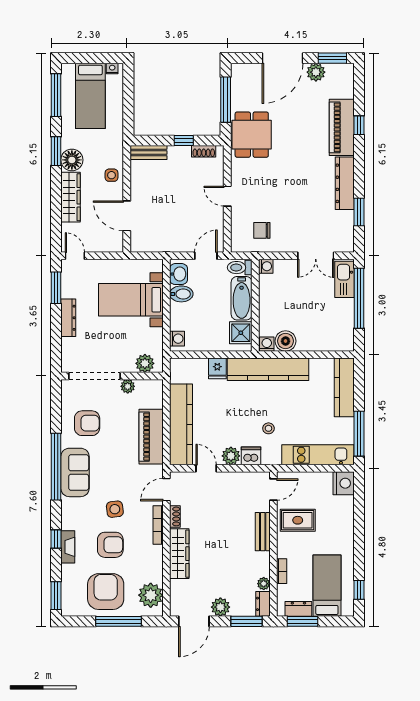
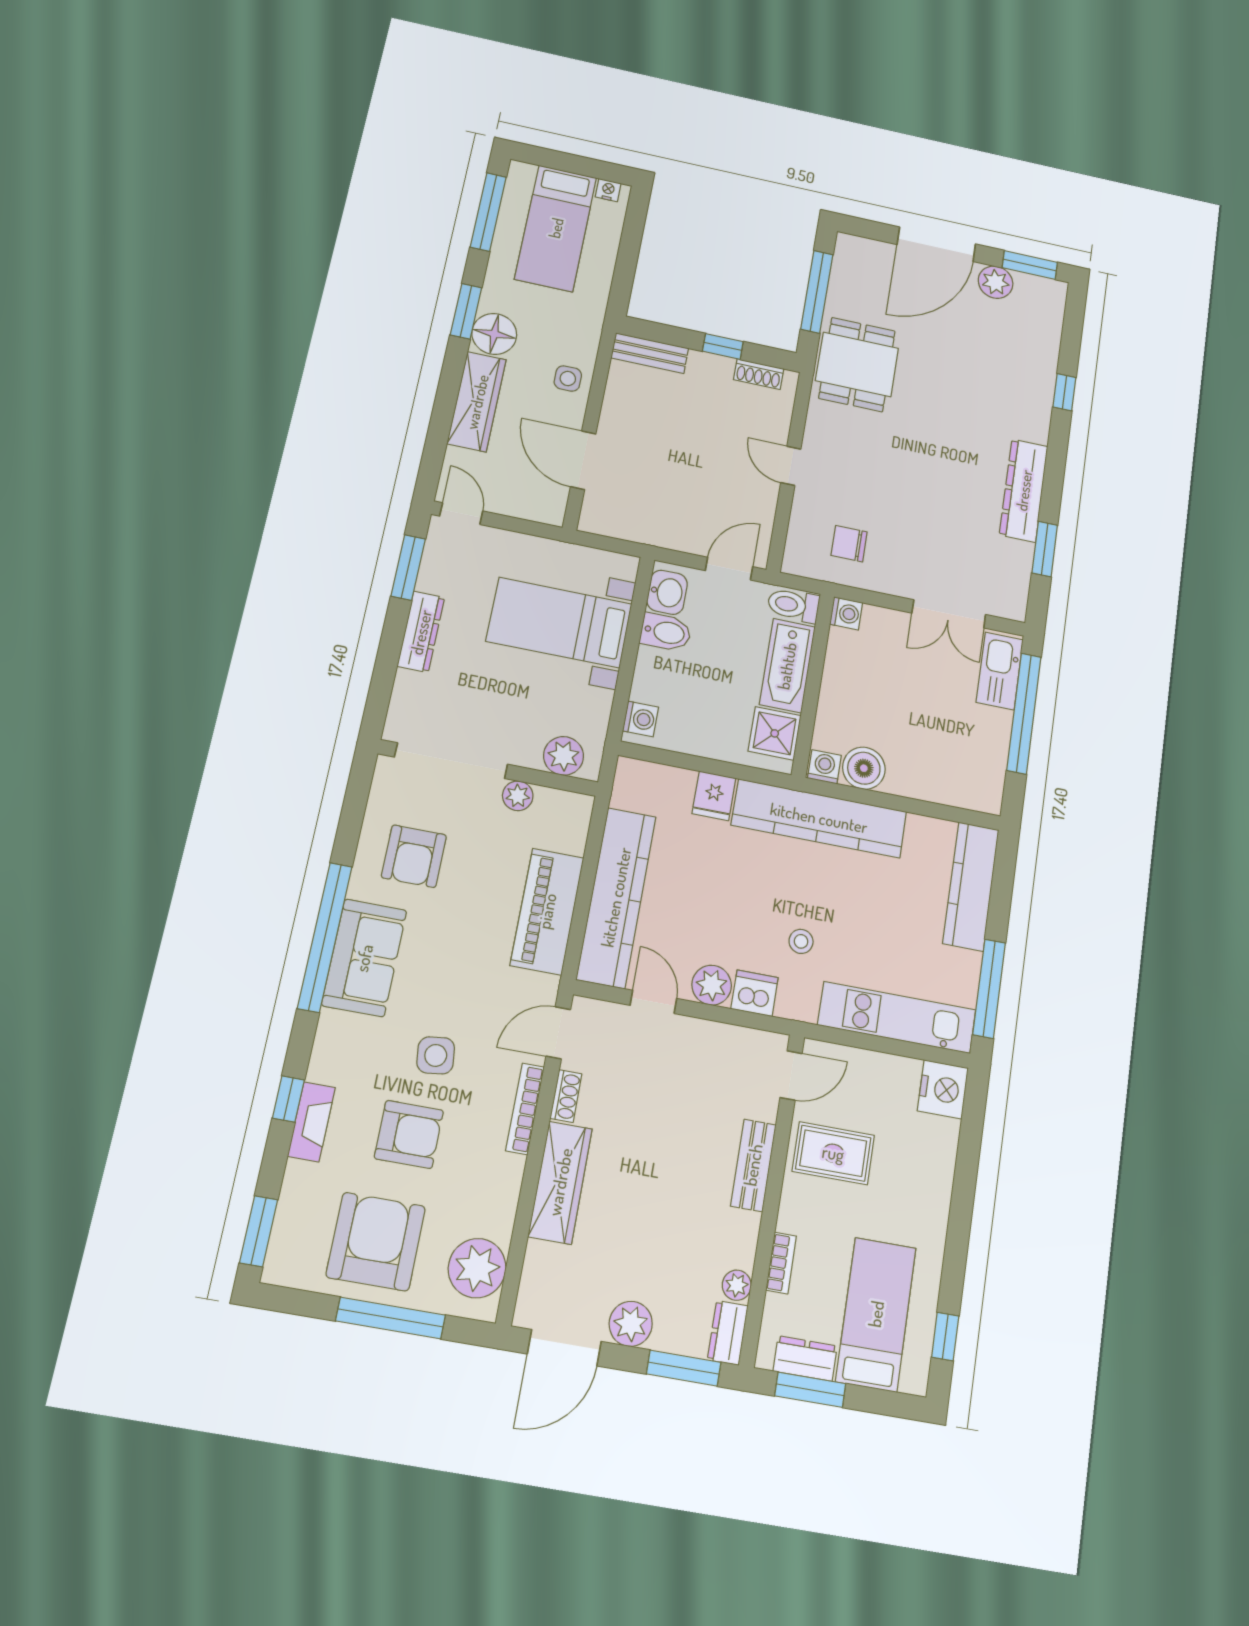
piano: (342, 127) -> (1031, 389), removed
armchair: (87, 423) -> (414, 856), turned 90

